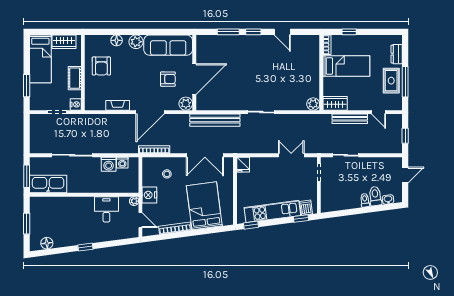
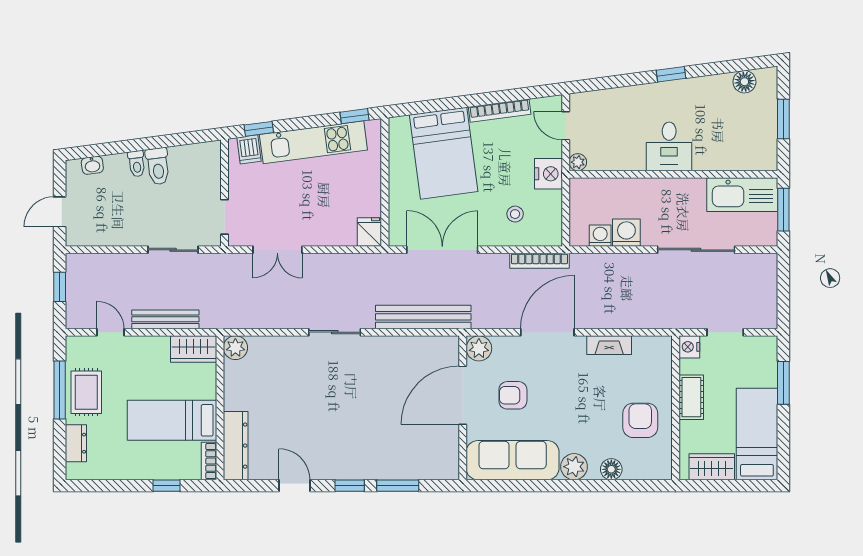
dresser: (313, 53) -> (236, 446), added
toilet: (375, 196) -> (158, 166), moved
desk: (106, 209) -> (669, 146), moved

